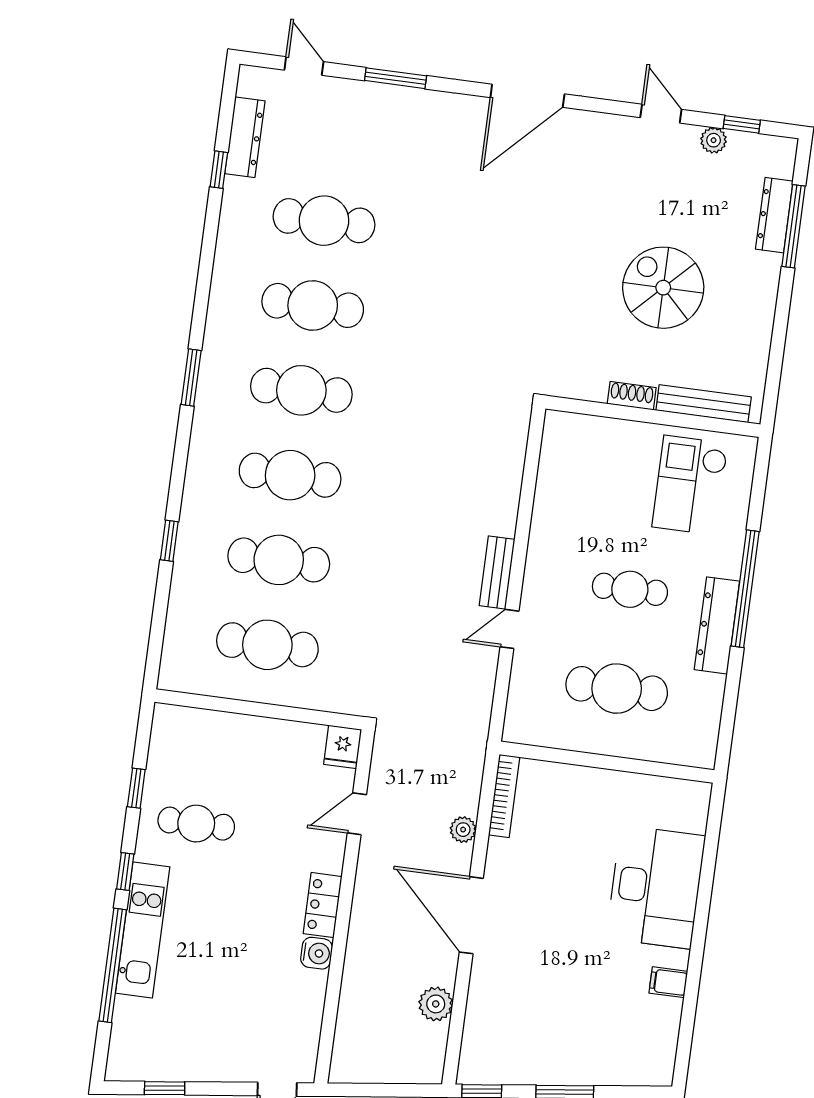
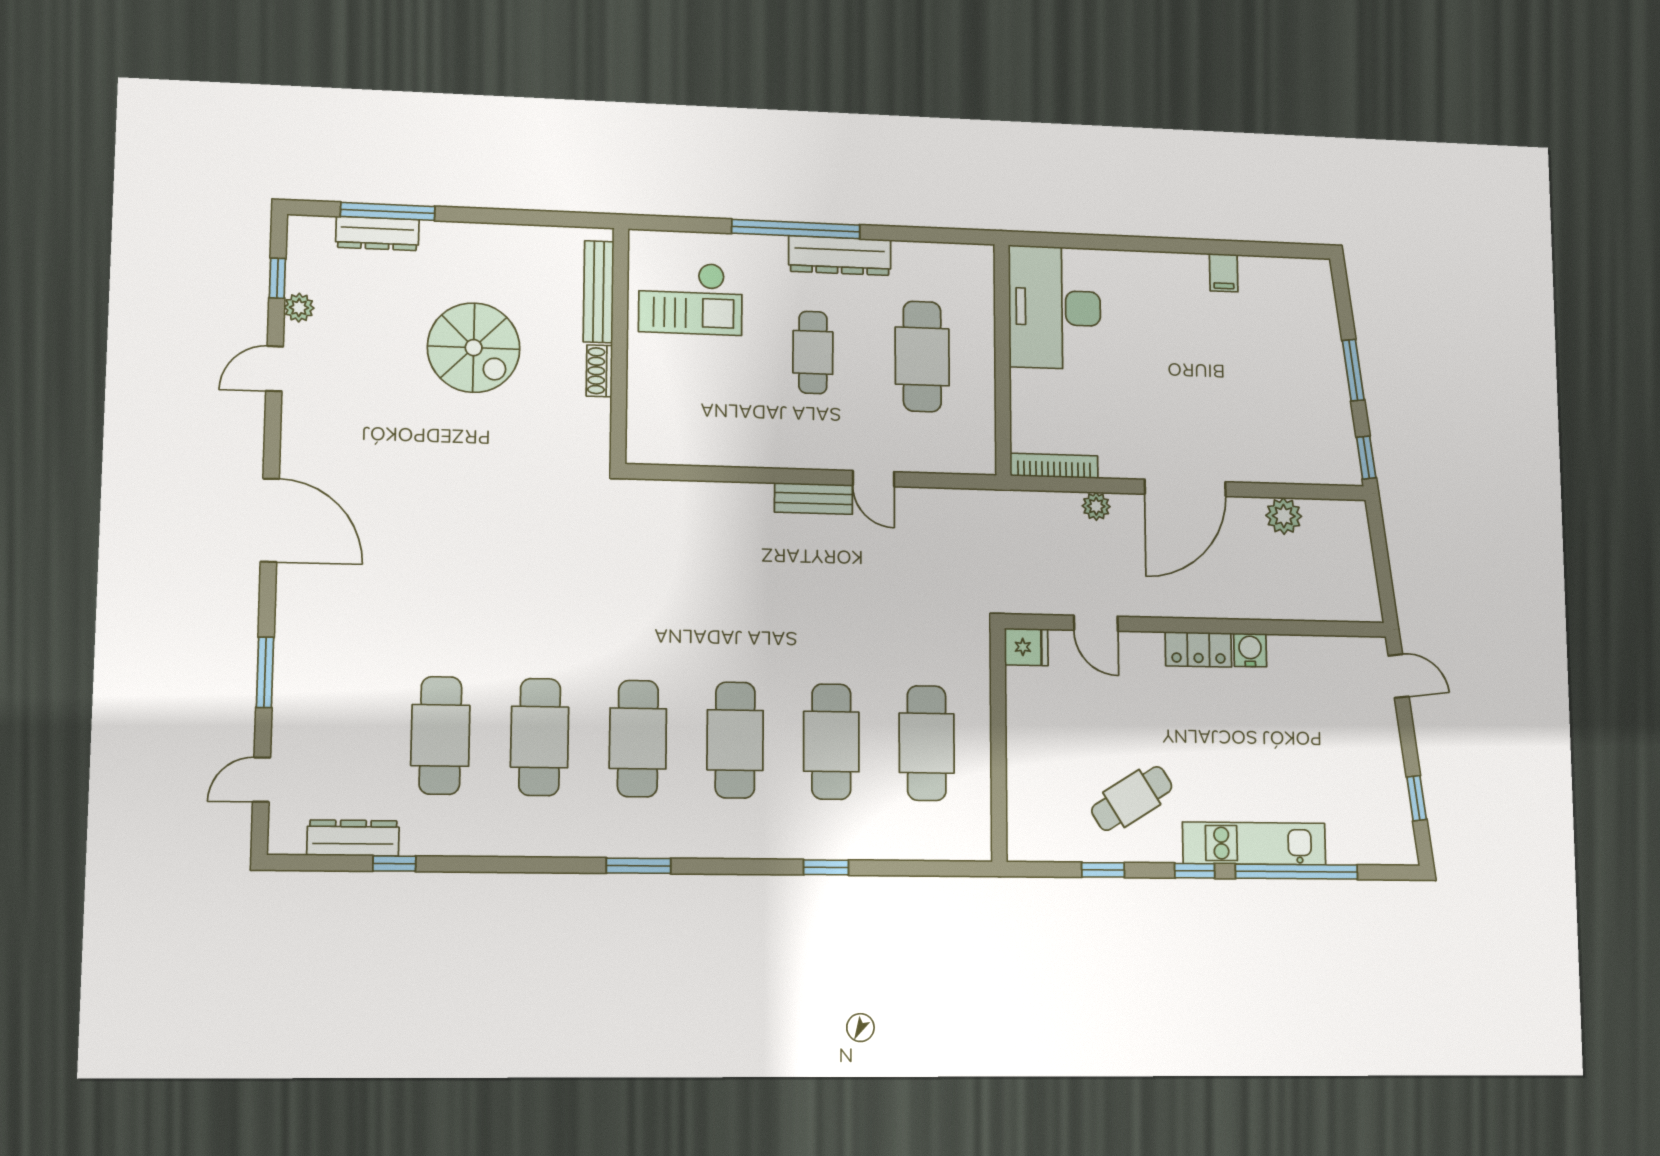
spiral stairs: (663, 288) -> (474, 348), turned -90
cafe table: (196, 824) -> (1132, 798), turned 58
desk: (656, 887) -> (1055, 307), moved, turned -90

